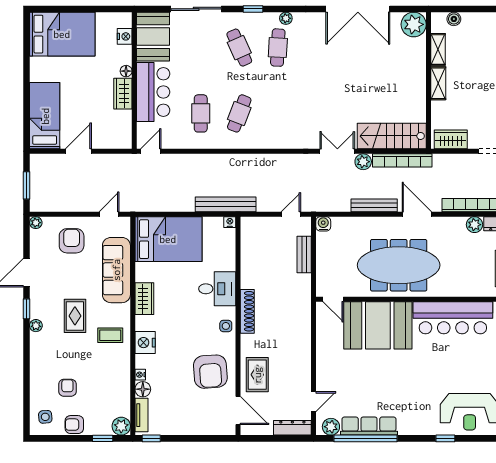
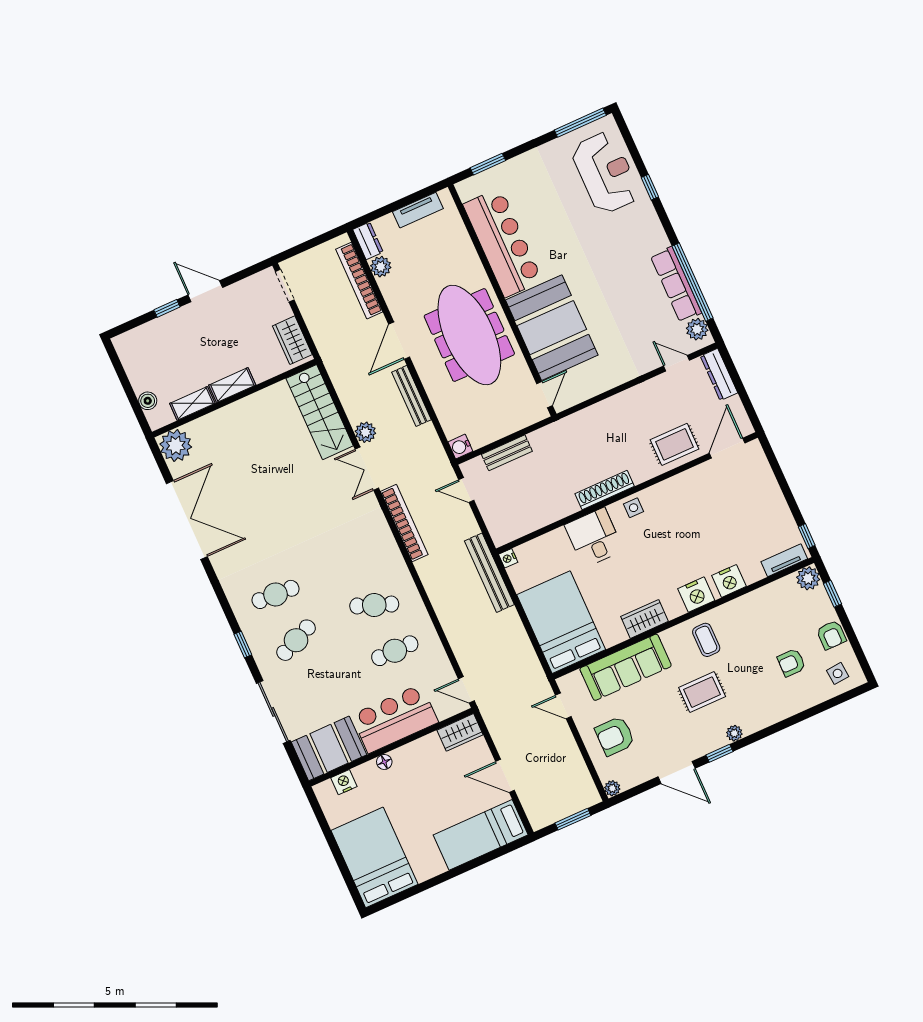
plant: (286, 18) -> (236, 600), removed
wardrobe: (123, 94) -> (460, 732), moved
bookcase: (402, 160) -> (404, 523), moved
armchair: (210, 372) -> (696, 502), removed
nightstand: (140, 375) -> (729, 581), width x1.89, depth x1.79
floor lamp: (143, 389) -> (753, 572), removed

